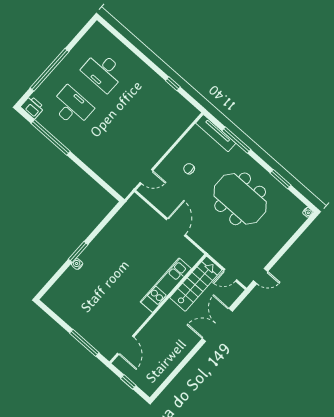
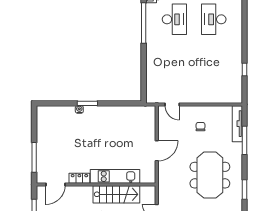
stairs: (196, 284) -> (116, 194), moved
locker: (139, 319) -> (79, 178), added

